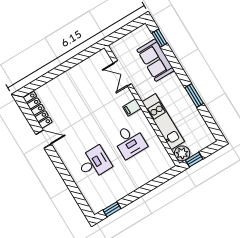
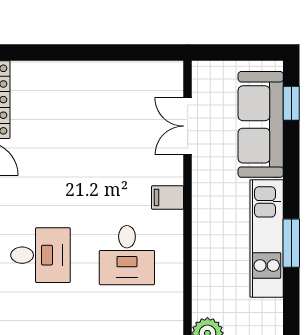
sofa: (156, 60) -> (261, 124), width x1.36
kitchen unit: (163, 122) -> (267, 238), moved, turned 180

